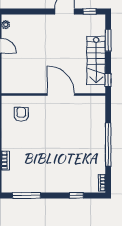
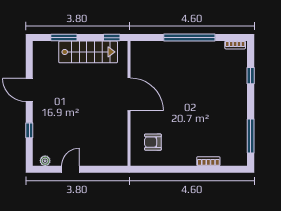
window: (90, 11) -> (29, 130), moved
door: (61, 94) -> (129, 94), swing flipped

